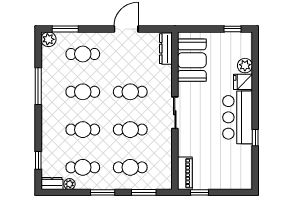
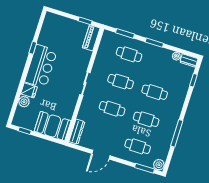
booth: (192, 60) -> (53, 126), moved, turned 90
cafe table: (83, 167) -> (163, 65), removed

